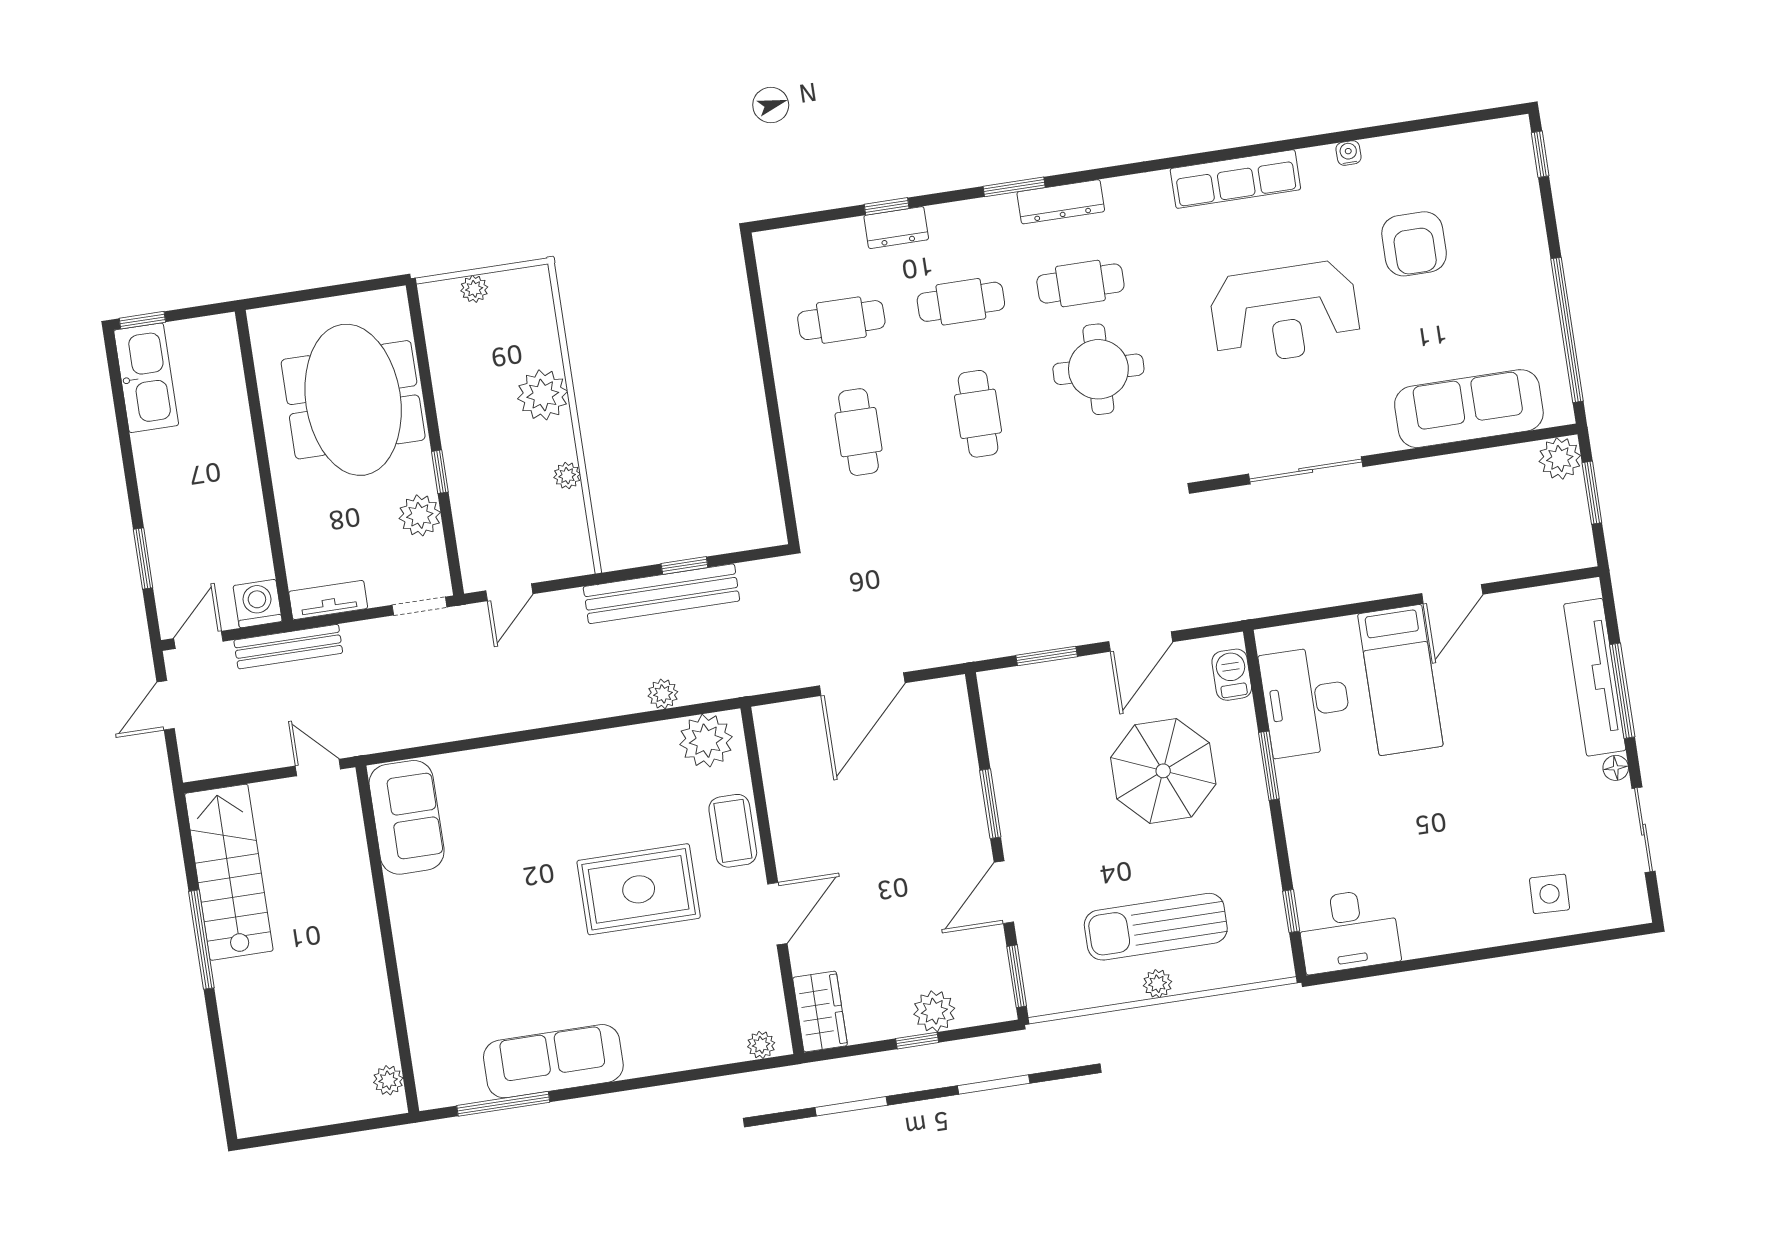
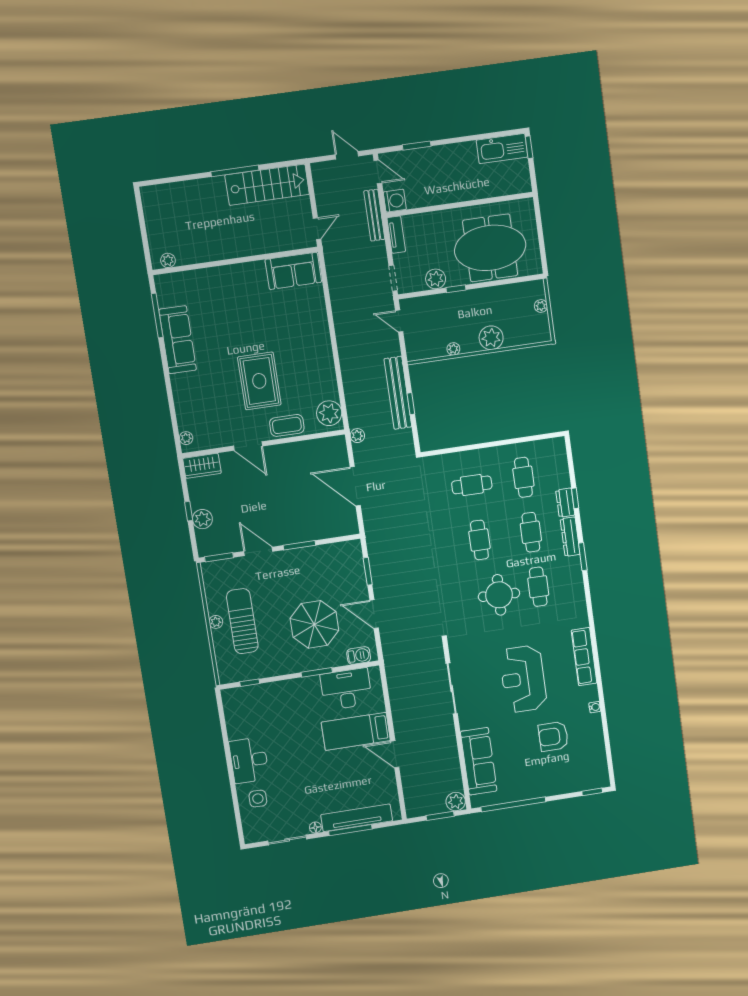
dresser: (1061, 202) -> (570, 537), moved
cafe table: (978, 414) -> (479, 540), turned 90
plant: (663, 694) -> (357, 436), moved
desk: (1348, 931) -> (249, 760), moved

